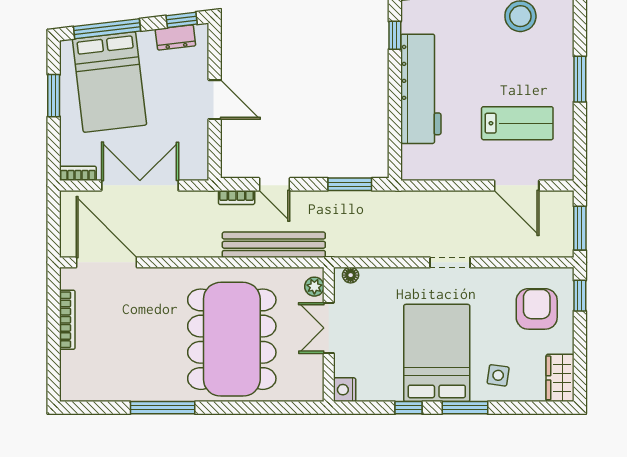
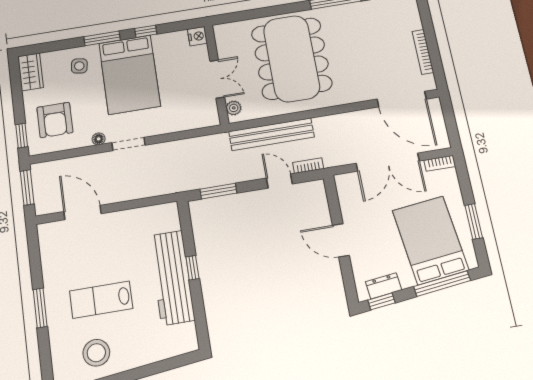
window: (395, 35) -> (193, 268), moved
lab bench: (517, 123) -> (101, 300), moved
floor lamp: (351, 275) -> (99, 139), moved

